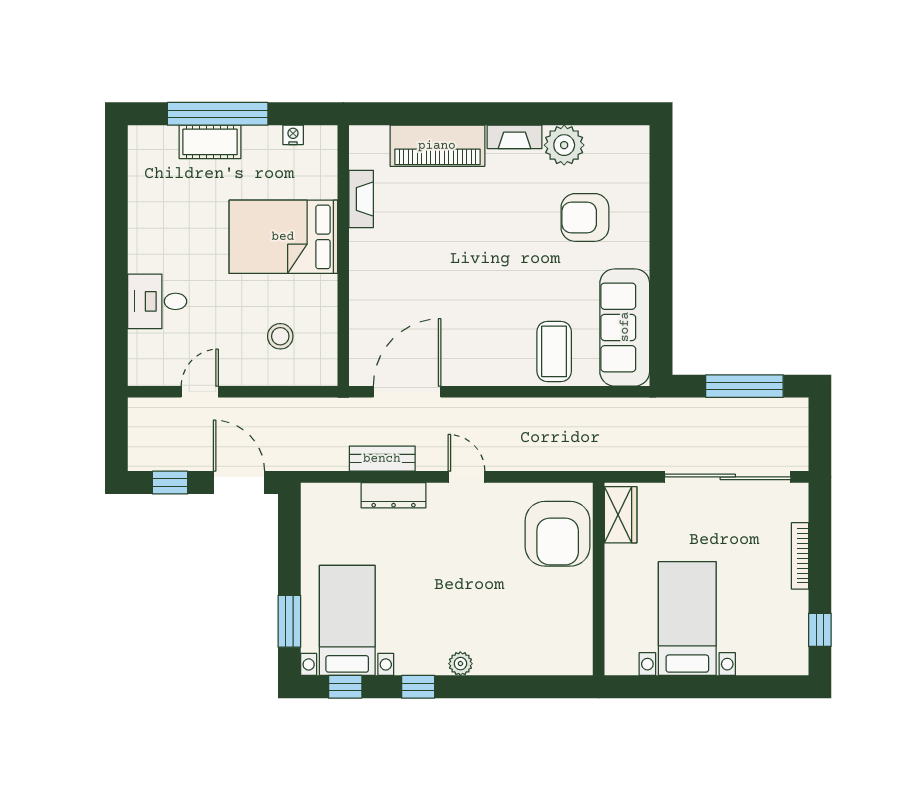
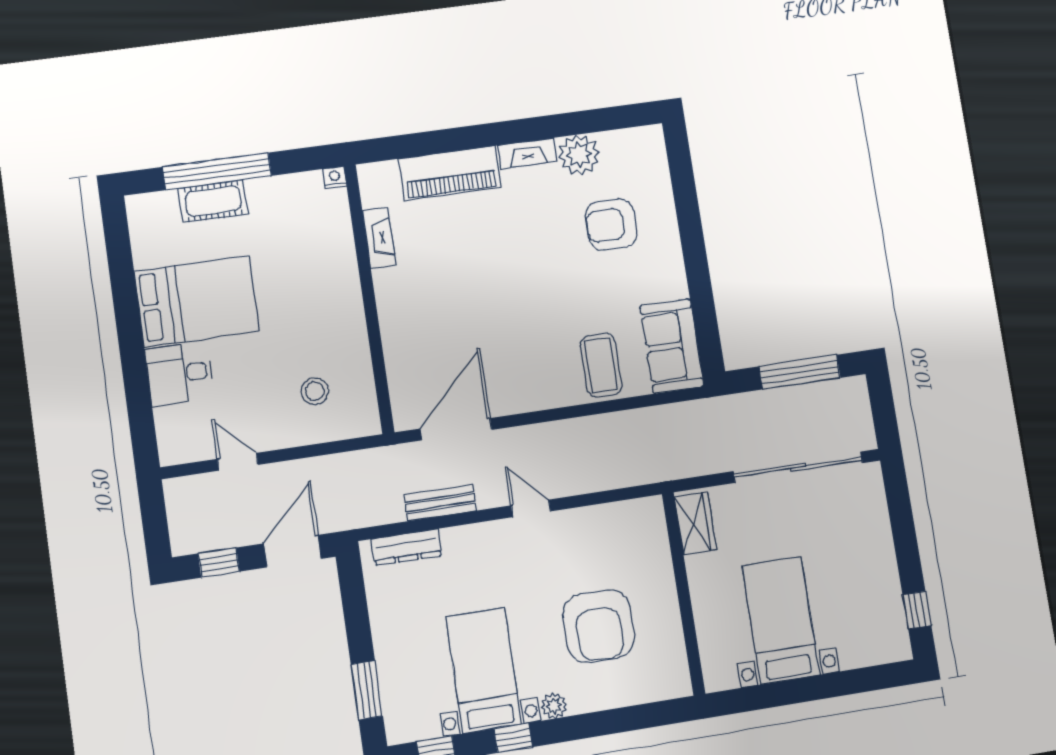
nightstand: (293, 135) -> (335, 177), moved
bed: (283, 237) -> (197, 301), moved, turned 180
sofa: (625, 327) -> (672, 346), width x0.73
door: (200, 392) -> (238, 462), hinge flipped
door: (239, 483) -> (292, 551), hinge flipped
dresser: (394, 495) -> (407, 547), moved
armchair: (558, 534) -> (599, 626), moved
bookcase: (800, 556) -> (884, 537), removed
bed with nightstands: (347, 620) -> (484, 670), moved

